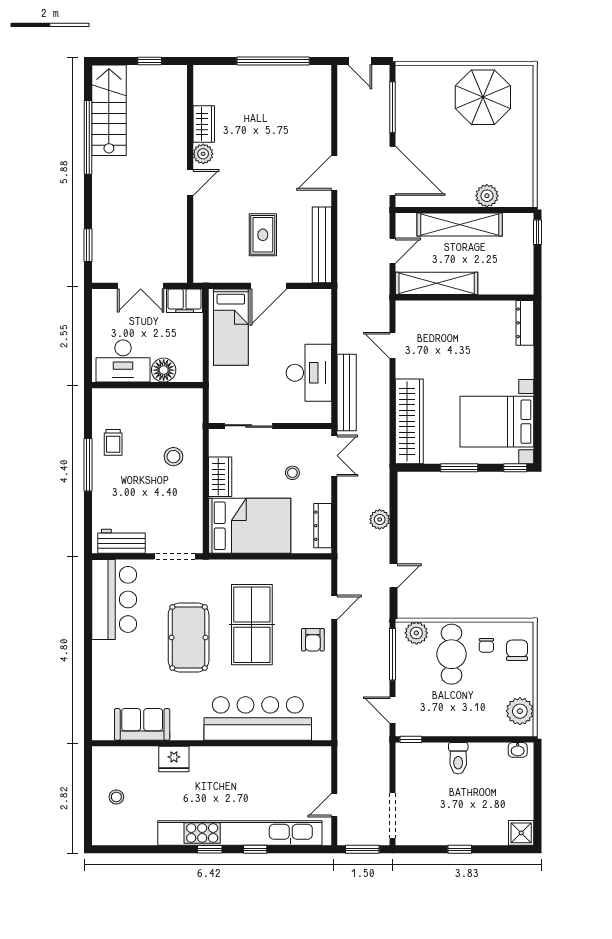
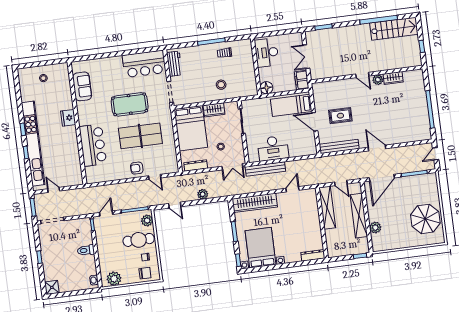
floor lamp: (164, 370) -> (266, 88), moved
bar counter: (258, 718) -> (93, 145), width x0.73
fridge: (174, 759) -> (68, 118), moved

